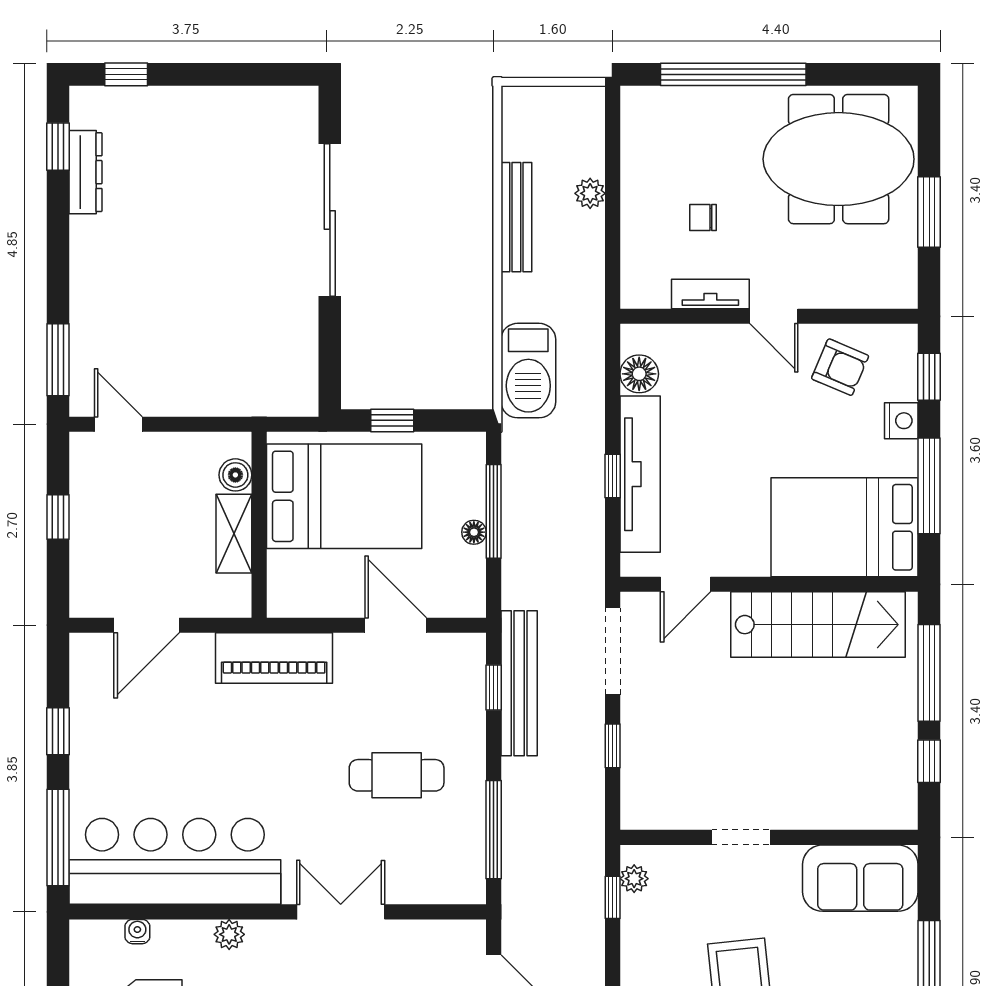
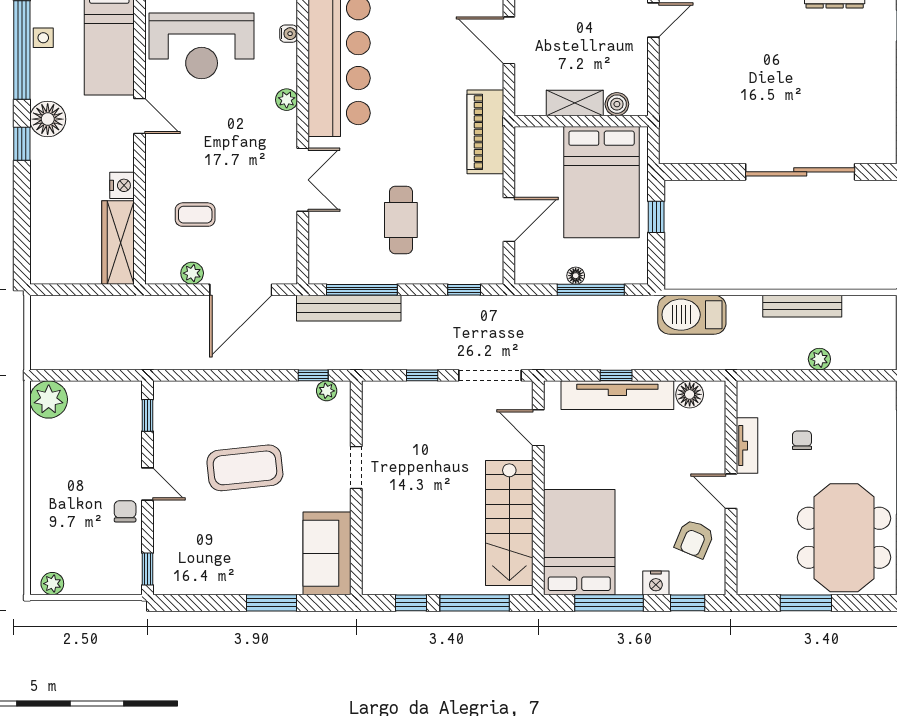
door: (774, 316) -> (731, 491), hinge flipped
bench: (519, 683) -> (349, 308), moved

